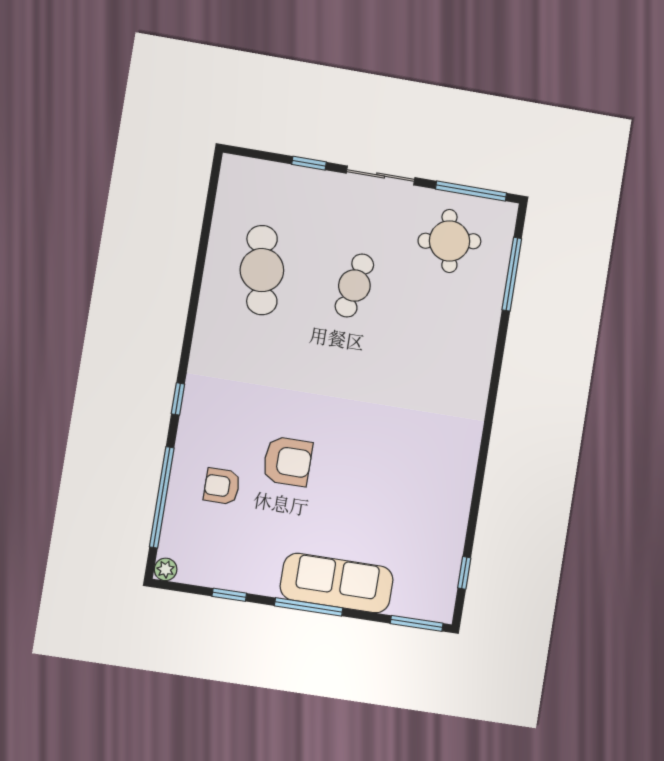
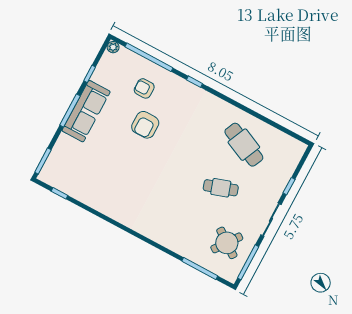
round table: (449, 241) -> (227, 243), turned 45
cafe table: (262, 270) -> (244, 145), turned 33
cafe table: (354, 286) -> (221, 188), turned -30
armchair: (222, 486) -> (144, 88), turned -90
sofa: (337, 583) -> (86, 111), moved

